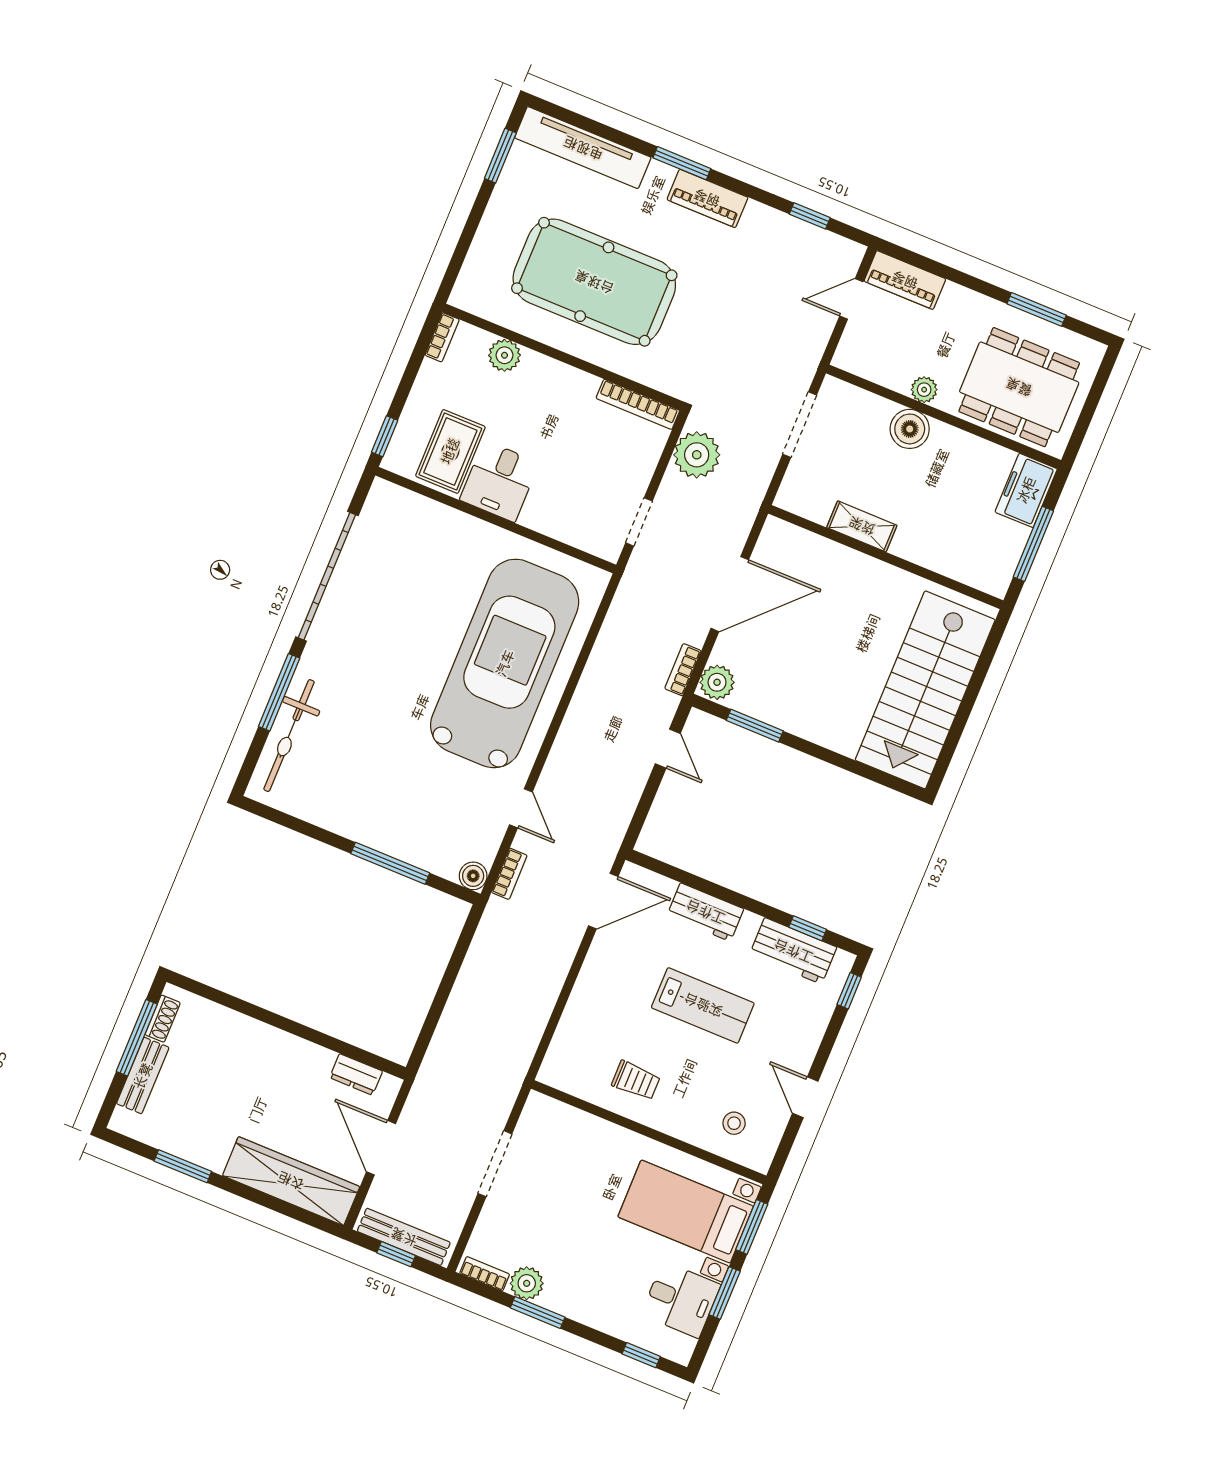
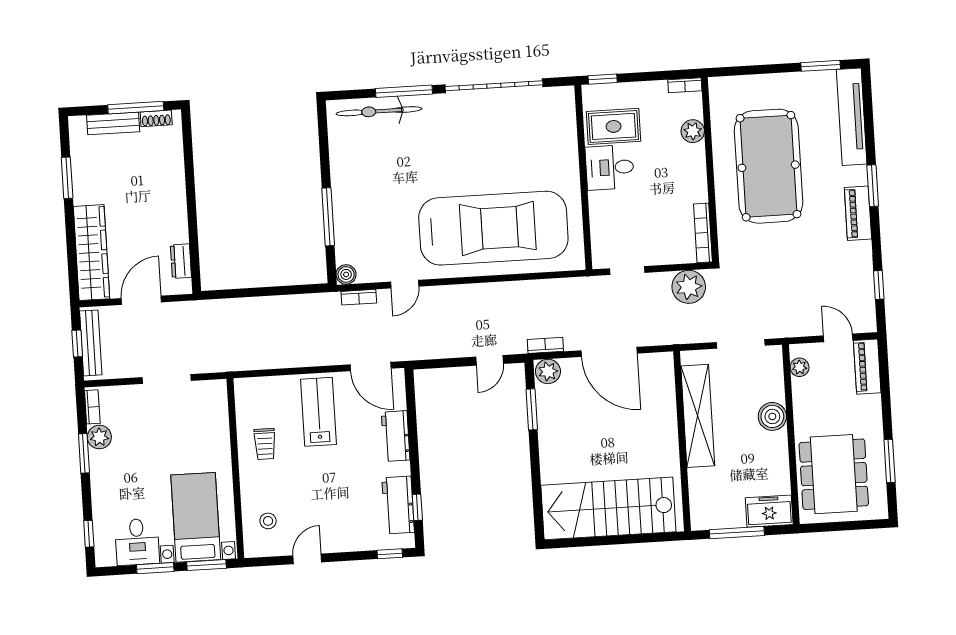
plant: (924, 390) -> (800, 367), moved
shelving: (862, 526) -> (698, 416), width x2.20, depth x1.33
lab bench: (703, 1005) -> (318, 412), moved, turned 180

